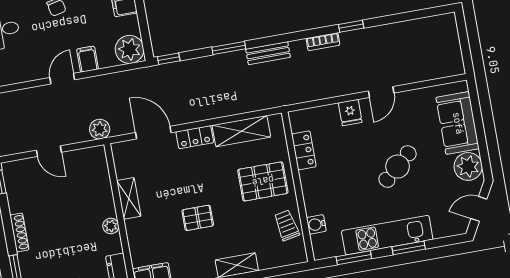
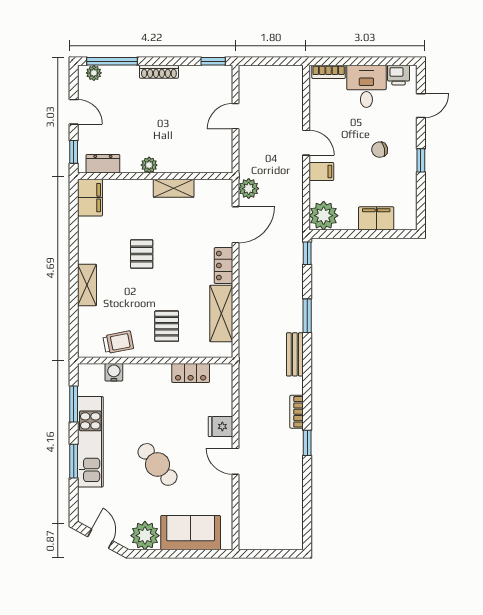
plant: (100, 129) -> (249, 189), moved
pallet: (263, 181) -> (167, 326), width x0.67, depth x0.71

